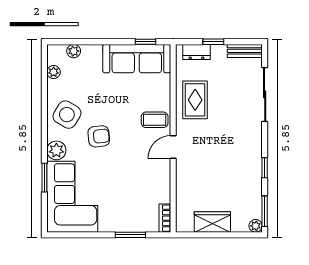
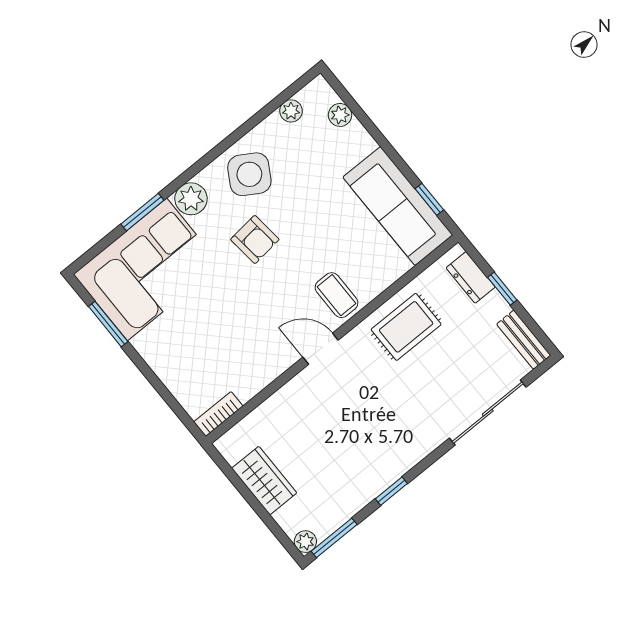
window: (130, 235) -> (108, 324), moved

